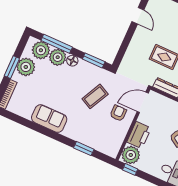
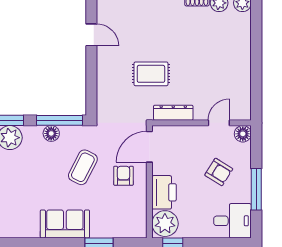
window: (94, 60) -> (60, 120), width x1.44
floor lamp: (72, 61) -> (51, 133), moved
sofa: (49, 119) -> (65, 224), moved

